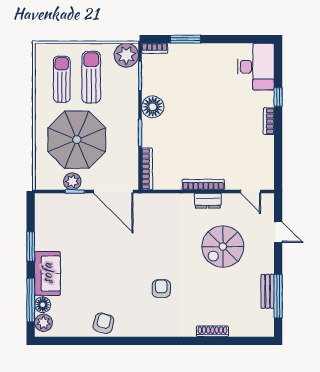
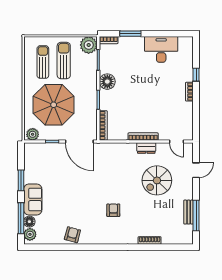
desk: (256, 67) -> (161, 49), moved, turned -90
plant: (72, 181) -> (33, 134), moved
door: (278, 232) -> (196, 170), hinge flipped

